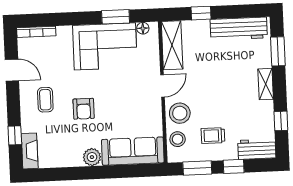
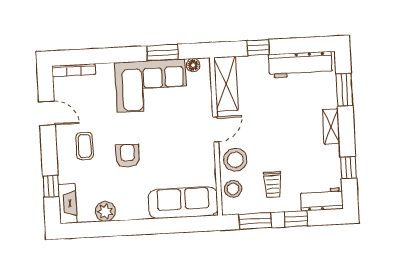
armchair: (84, 109) -> (128, 156), turned 180
trolley: (213, 136) -> (273, 185), turned -90
plant: (92, 157) -> (105, 212), moved

